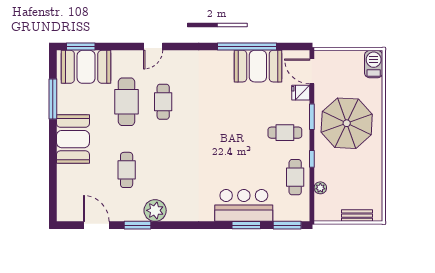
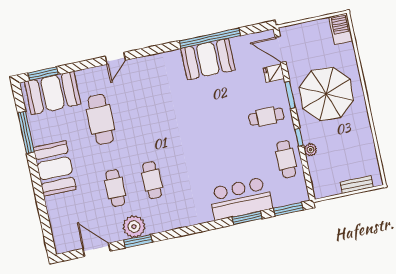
booth: (258, 66) -> (208, 59), moved
cafe table: (163, 102) -> (152, 180), moved
plant: (320, 188) -> (311, 150), moved
plant: (155, 210) -> (134, 227), moved

